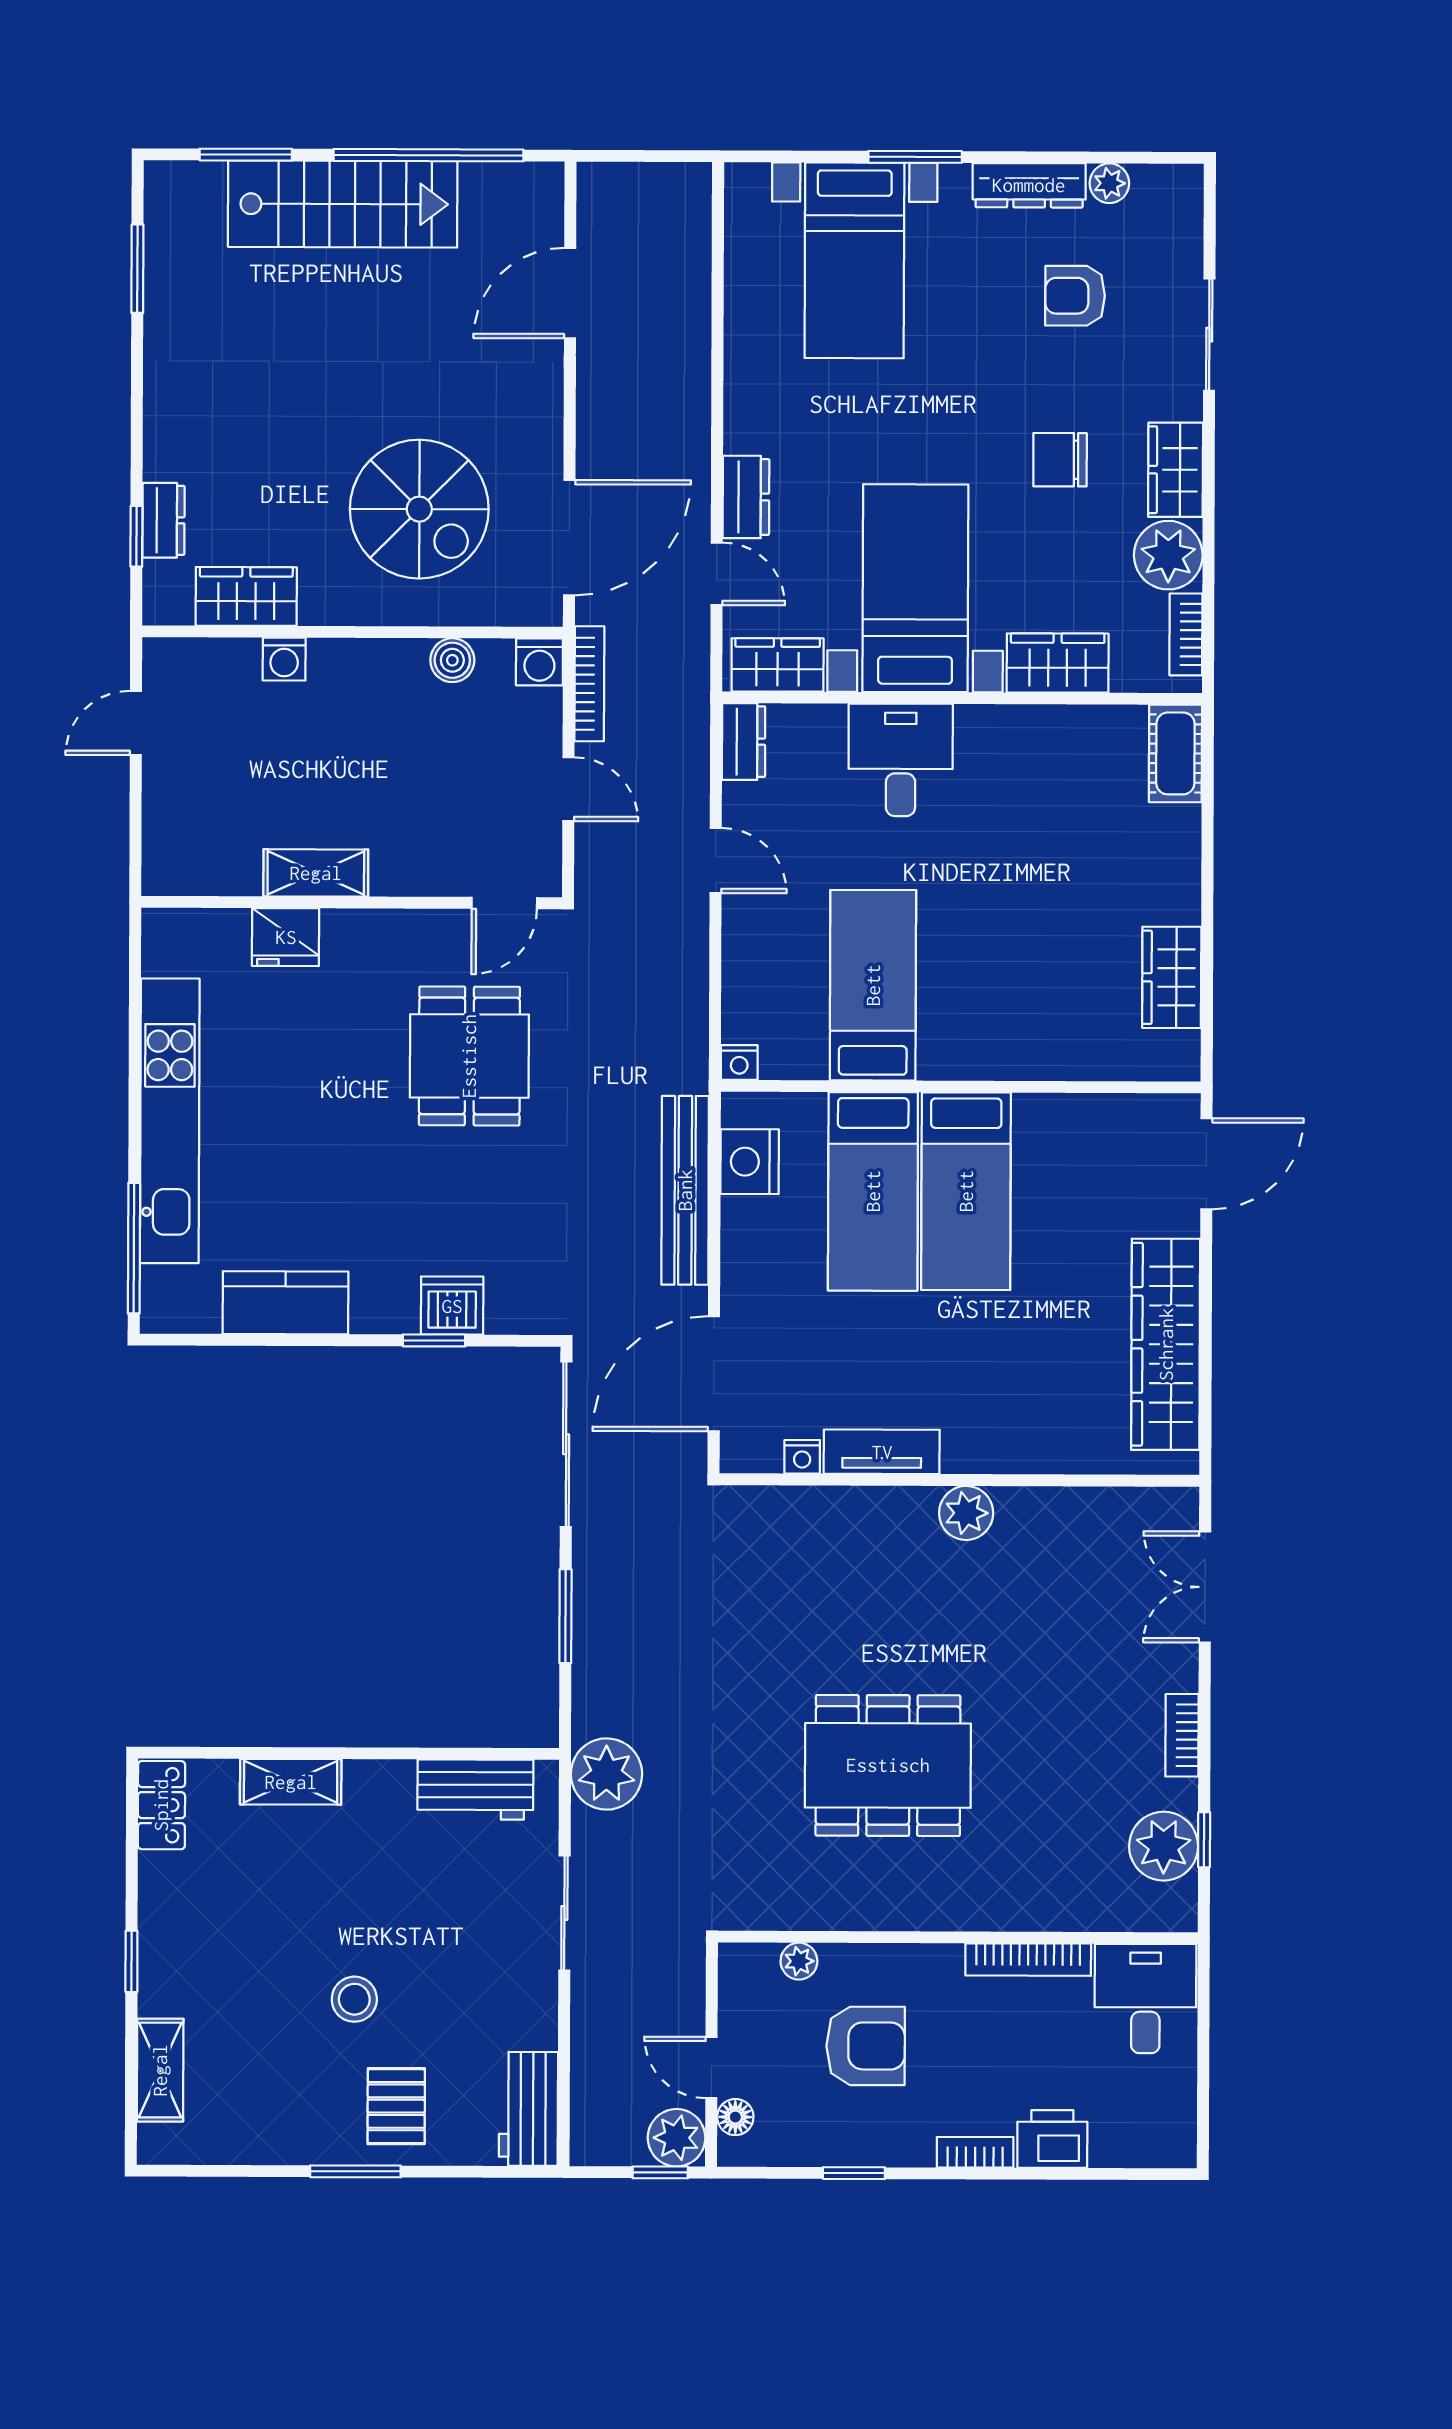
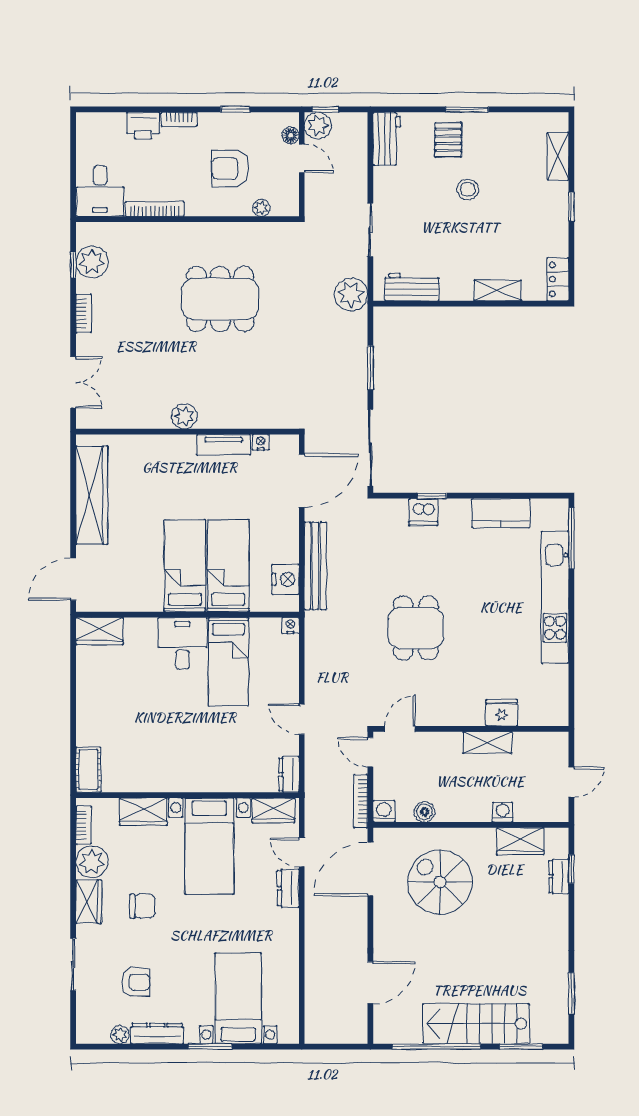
desk: (901, 760) -> (182, 643), moved, turned 180
shelving: (316, 873) -> (488, 743), moved
wall: (352, 902) -> (471, 729), moved
door: (504, 903) -> (400, 729), moved
fridge: (286, 937) -> (502, 713), moved
wardrobe: (1172, 977) -> (100, 631), moved, turned 90

